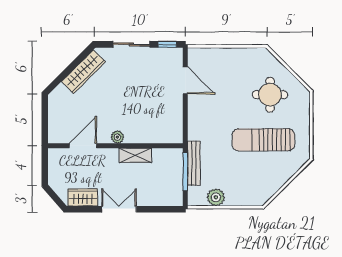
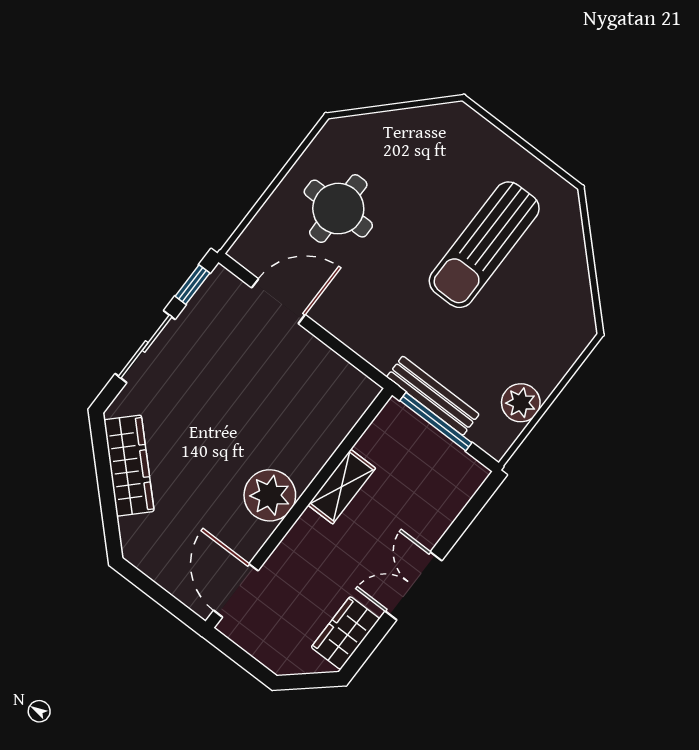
round table: (270, 95) -> (338, 209), moved
plant: (117, 137) -> (270, 495), width x1.88, depth x1.88
door: (83, 146) -> (236, 591), moved

